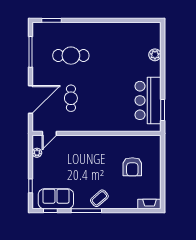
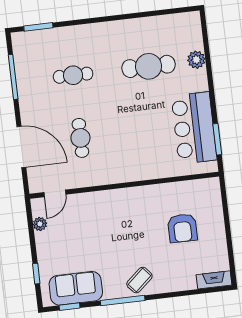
cafe table: (71, 56) -> (73, 75), width x0.73, depth x0.74
cafe table: (122, 56) -> (149, 66), added
door: (31, 100) -> (21, 147), hinge flipped

